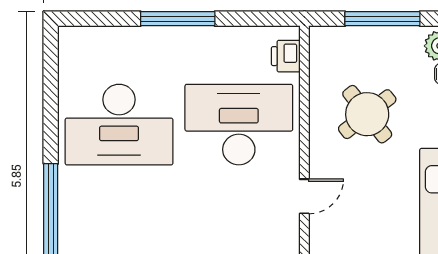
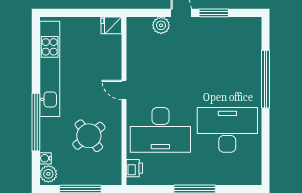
door: (304, 196) -> (124, 90), hinge flipped

